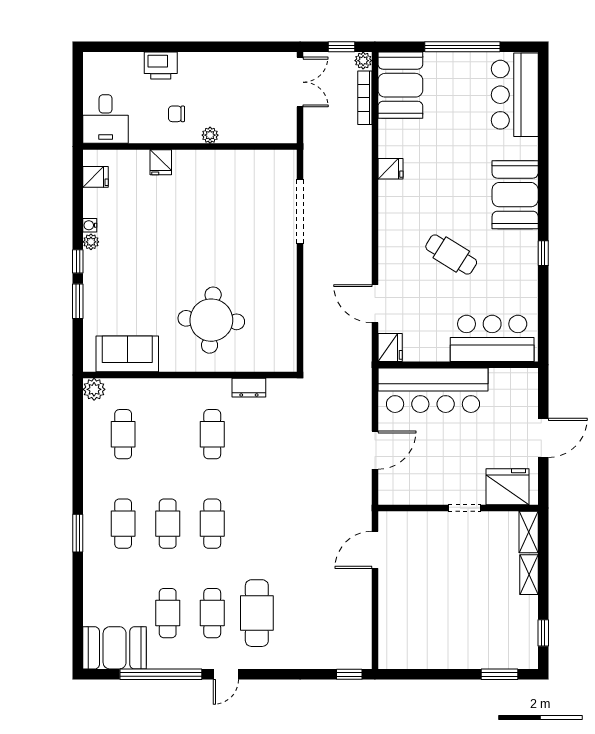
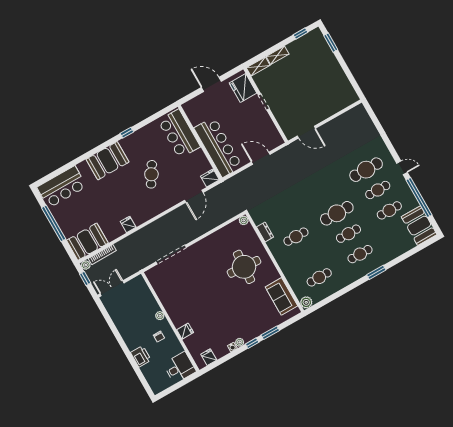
plant: (288, 363) -> (244, 220), added
cafe table: (212, 524) -> (337, 213), width x1.37, depth x1.35
window: (349, 674) -> (370, 111), removed

